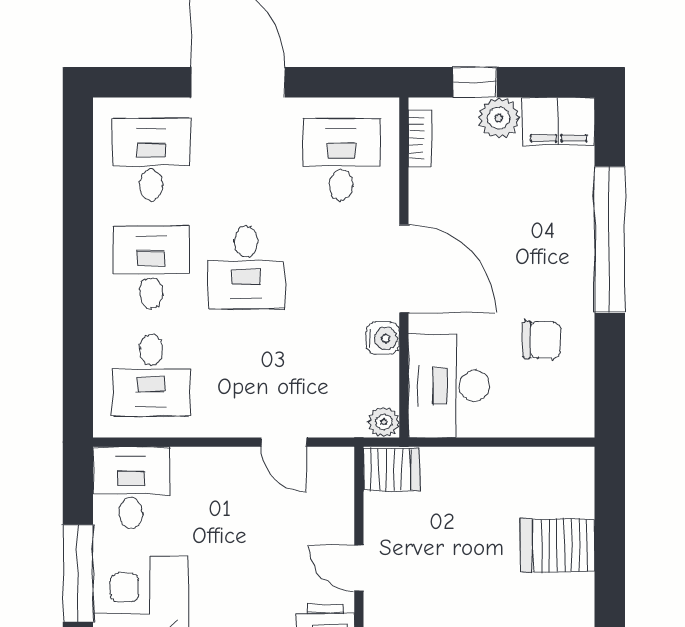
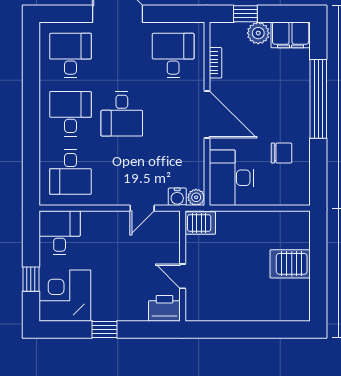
bookcase: (420, 138) -> (216, 63), moved
water cooler: (383, 338) -> (177, 197), moved, turned 90
door: (284, 442) -> (142, 208), hinge flipped
window: (78, 573) -> (31, 279), width x0.46

